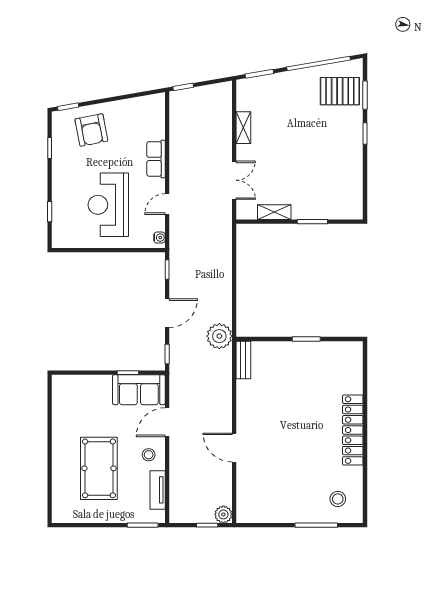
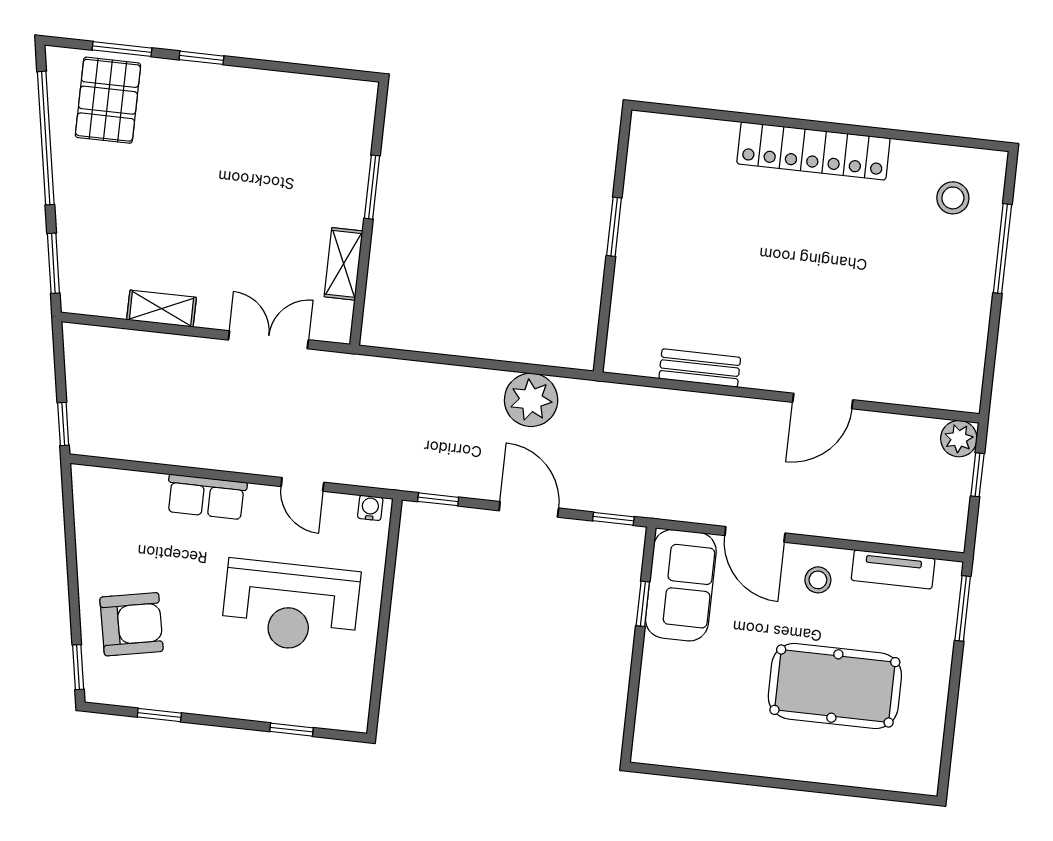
plant: (219, 336) -> (531, 400), moved
bench: (243, 360) -> (700, 368), moved

